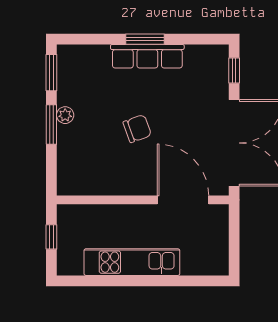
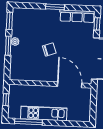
row of seats: (147, 56) -> (77, 16), moved
window: (101, 281) -> (28, 122), added

